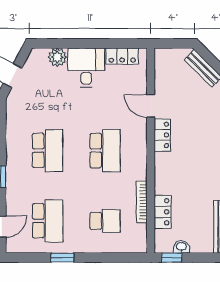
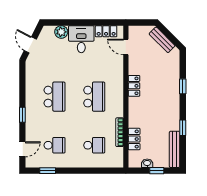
door: (151, 106) -> (126, 47), moved
school desk: (48, 221) -> (55, 145), width x0.54
window: (62, 258) -> (48, 171), moved
window: (172, 258) -> (157, 171), moved

